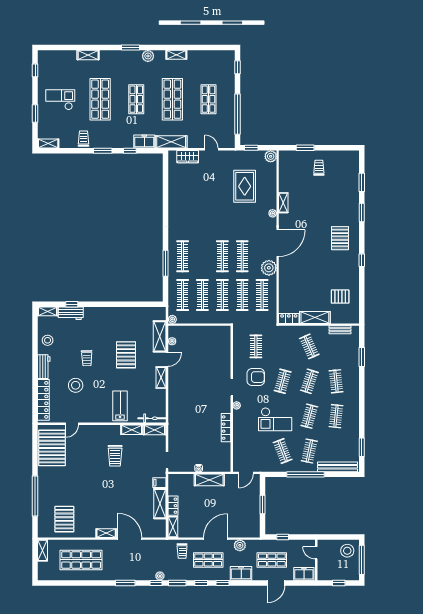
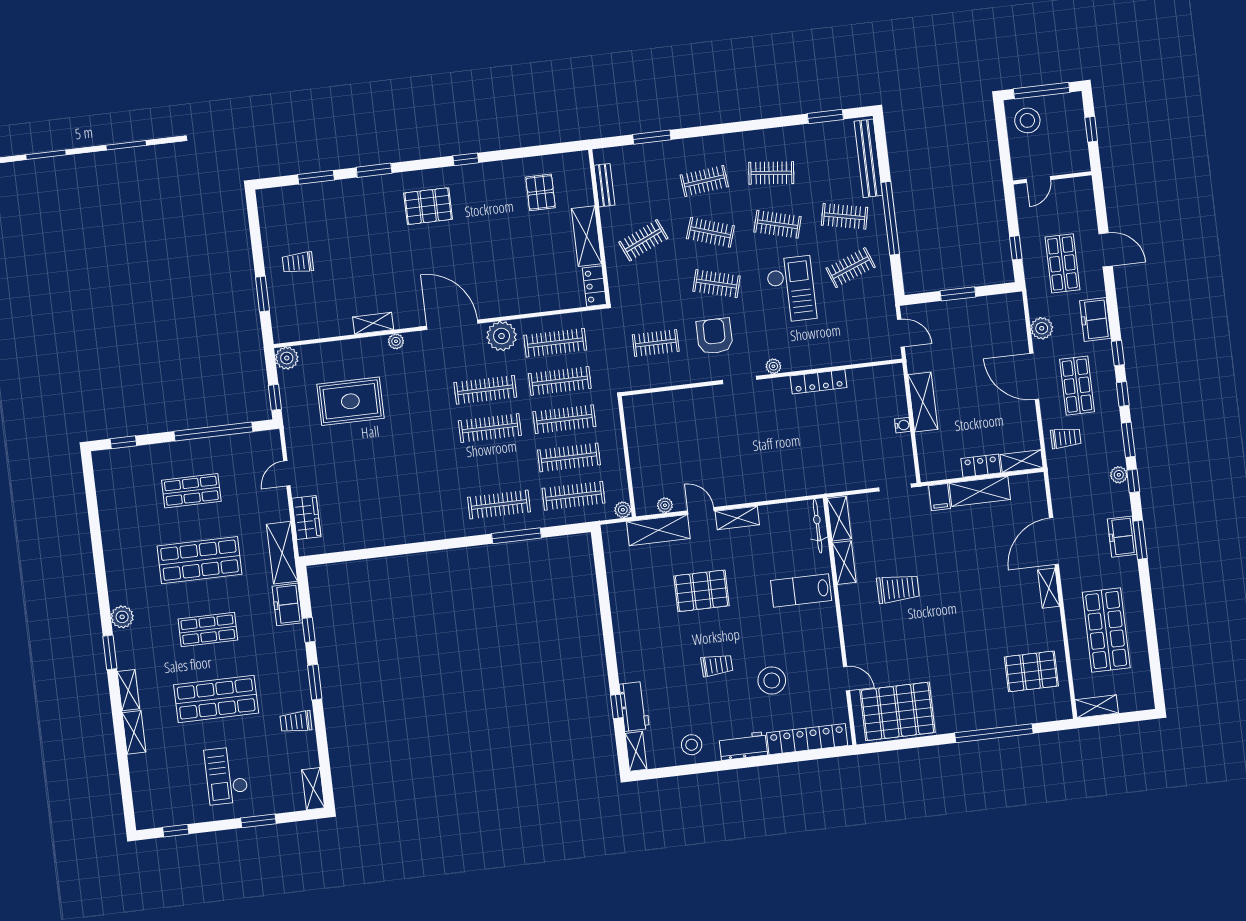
shelving: (176, 55) -> (128, 690), moved
freezer: (304, 574) -> (1122, 537), moved

